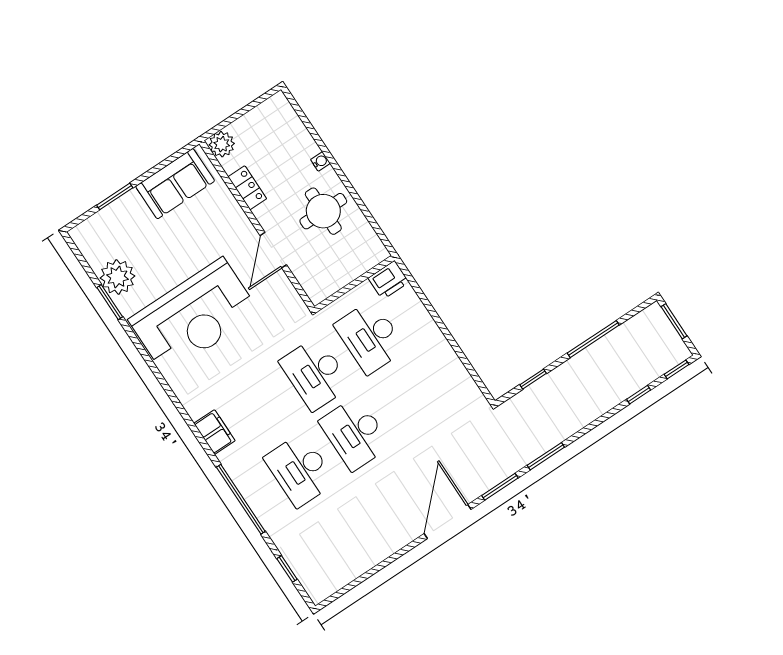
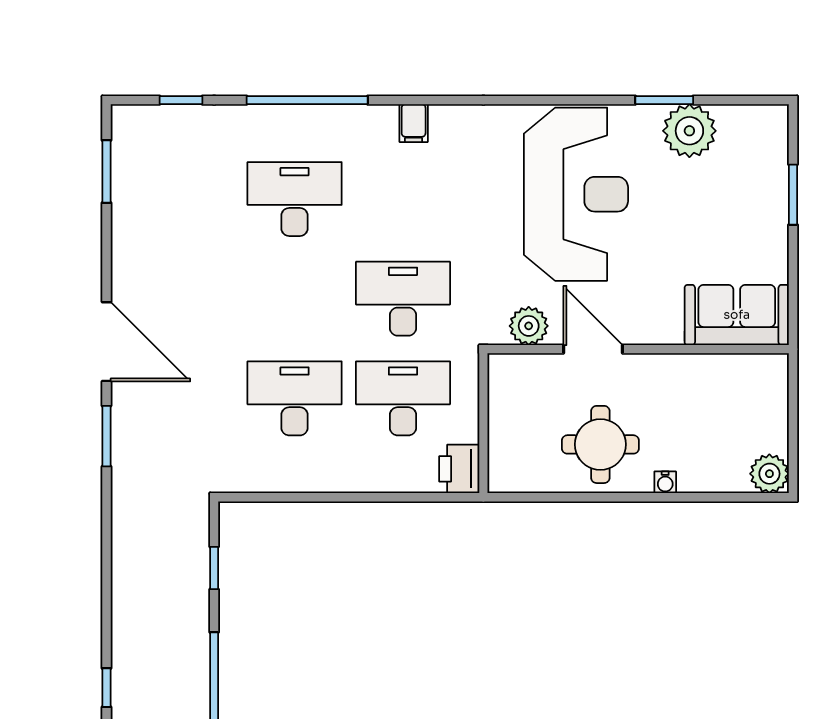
plant: (222, 144) -> (769, 474), moved
sofa: (175, 184) -> (737, 315), moved, turned 90
locker: (247, 188) -> (693, 368), removed
plant: (284, 294) -> (529, 326), added
reception desk: (194, 316) -> (576, 194), turned 180
filing cabinet: (214, 432) -> (414, 123), width x0.50
desk: (355, 433) -> (295, 398), moved
window: (546, 456) -> (106, 171), moved

